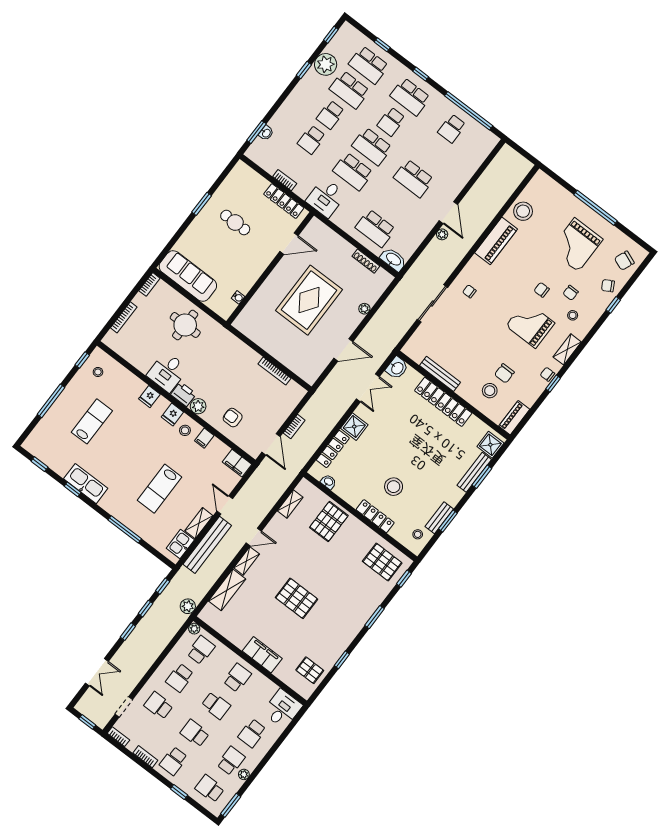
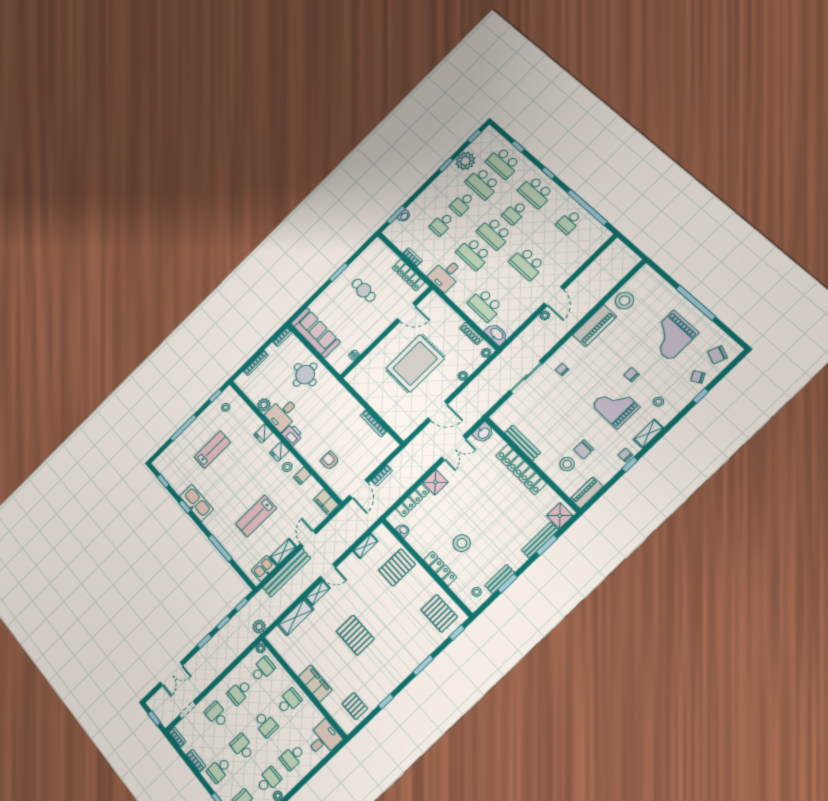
plant: (385, 281) -> (486, 353), added
chair: (571, 293) -> (660, 380), removed
plant: (198, 406) -> (264, 405), moved

